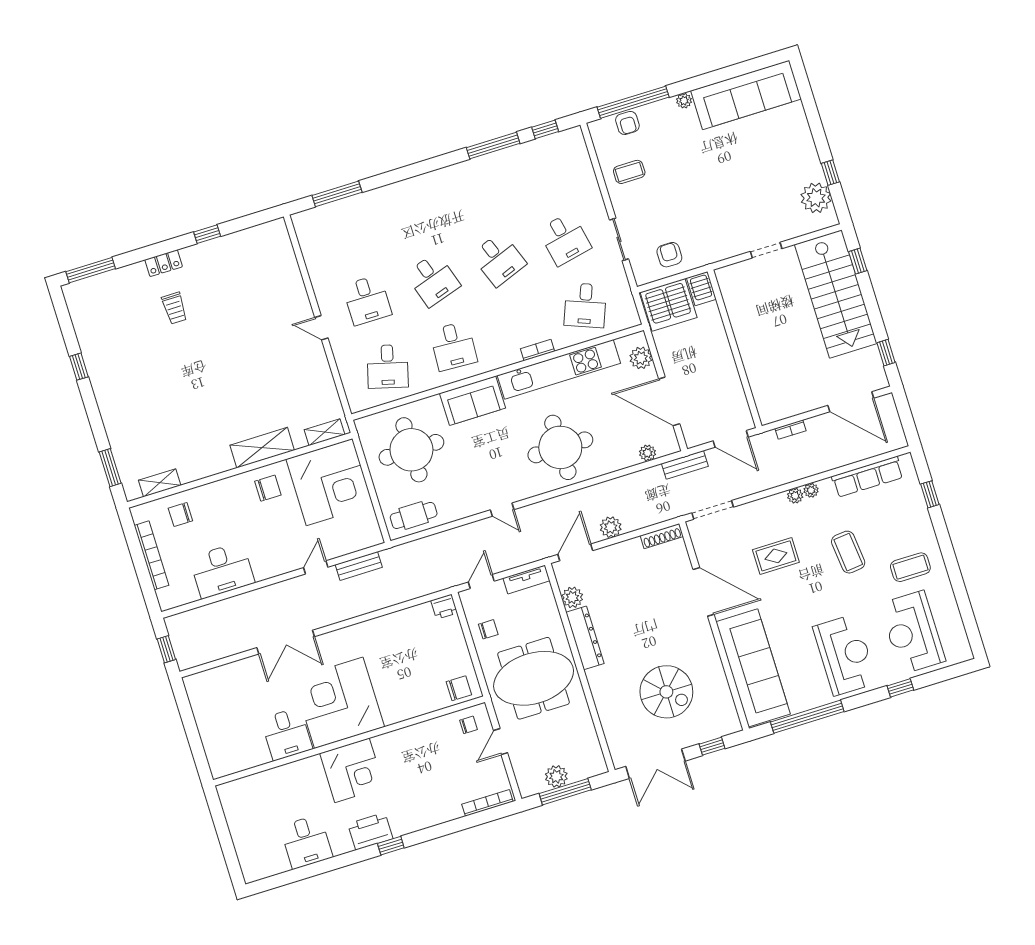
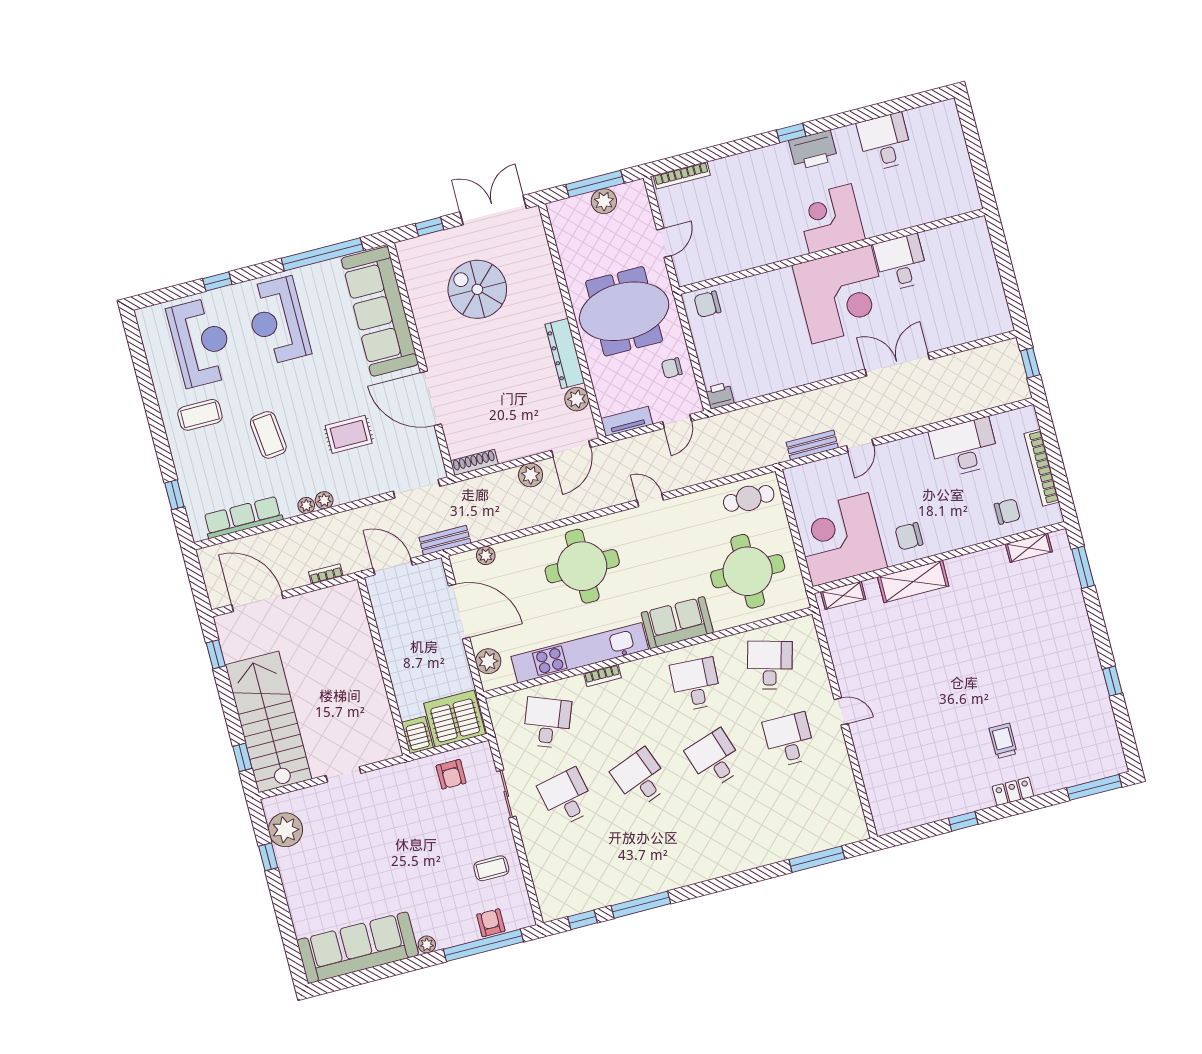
chair: (469, 725) -> (699, 263), removed

